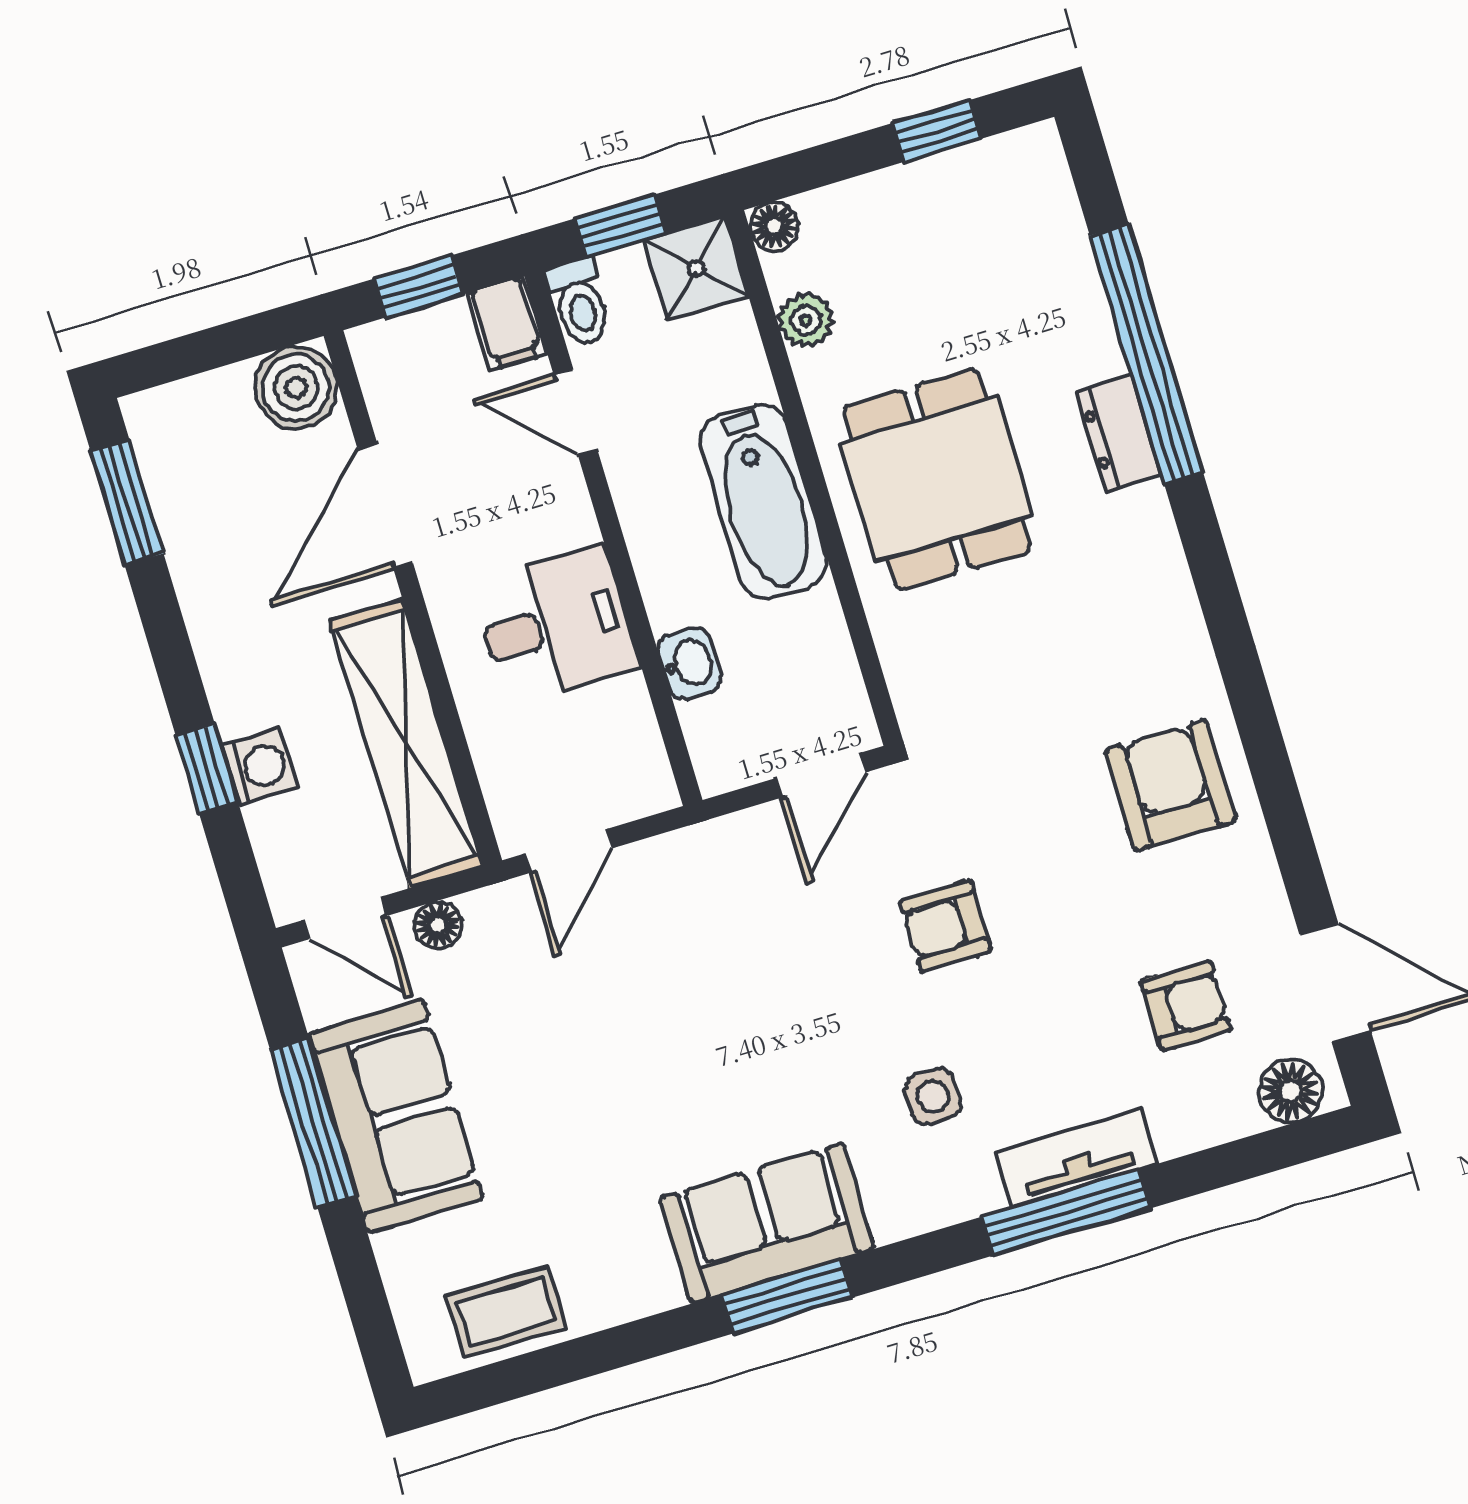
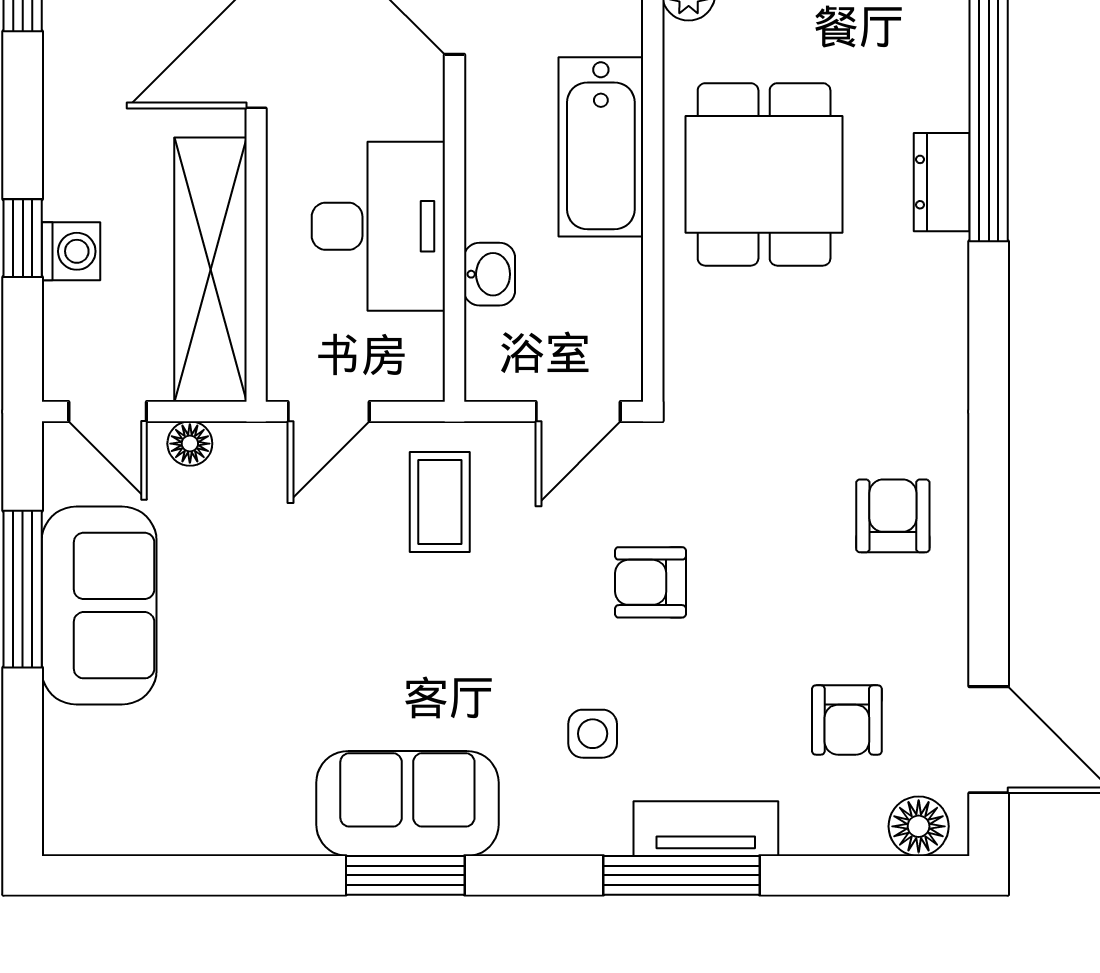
desk: (556, 625) -> (378, 226), width x1.37
armchair: (1170, 785) -> (893, 516), width x0.72, depth x0.72
armchair: (1186, 1005) -> (847, 720), turned 90
coffee table: (506, 1312) -> (440, 502), moved, turned 90

